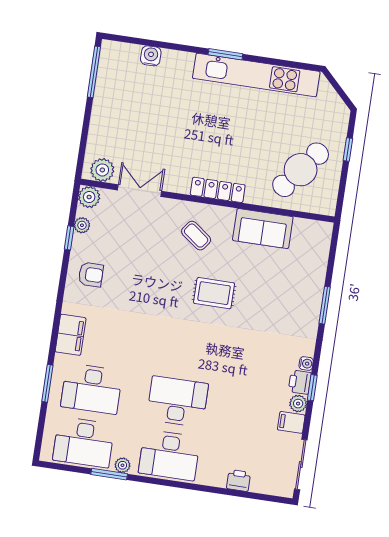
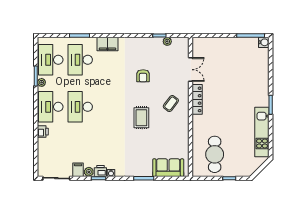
water cooler: (151, 56) -> (264, 42), moved
kitchen unit: (256, 75) -> (262, 132), width x0.73
plant: (102, 170) -> (199, 48), removed
cafe table: (301, 170) -> (215, 154), turned 52
locker: (218, 190) -> (197, 99), moved
plant: (89, 197) -> (183, 43), removed
sofa: (263, 229) -> (168, 168), moved, turned 90
armchair: (91, 275) -> (143, 76), moved
desk: (177, 402) -> (80, 107), turned 180
printer: (239, 480) -> (43, 132), moved

